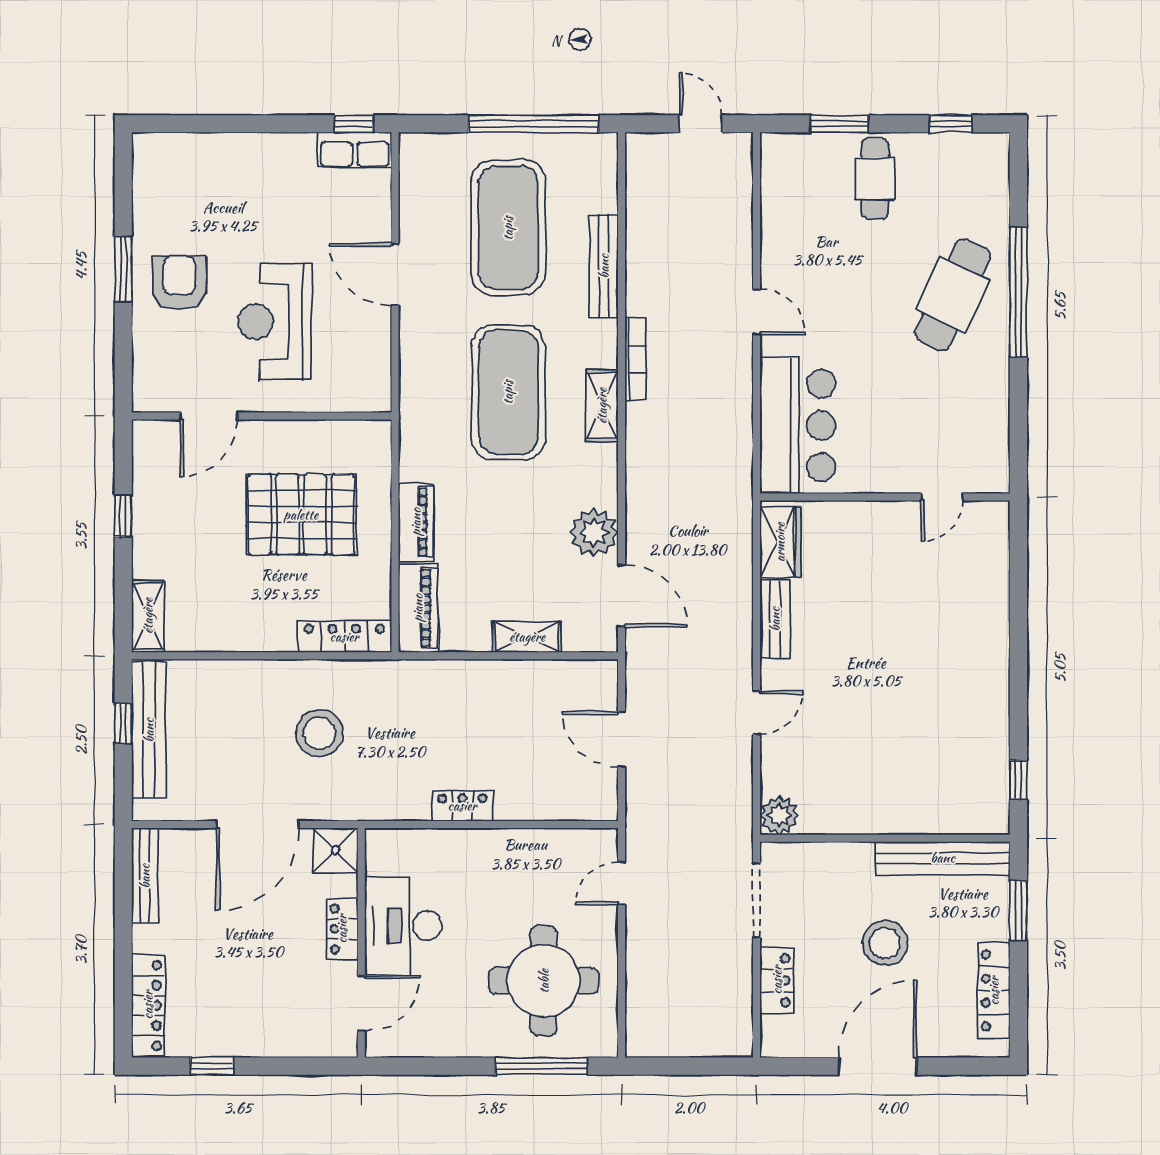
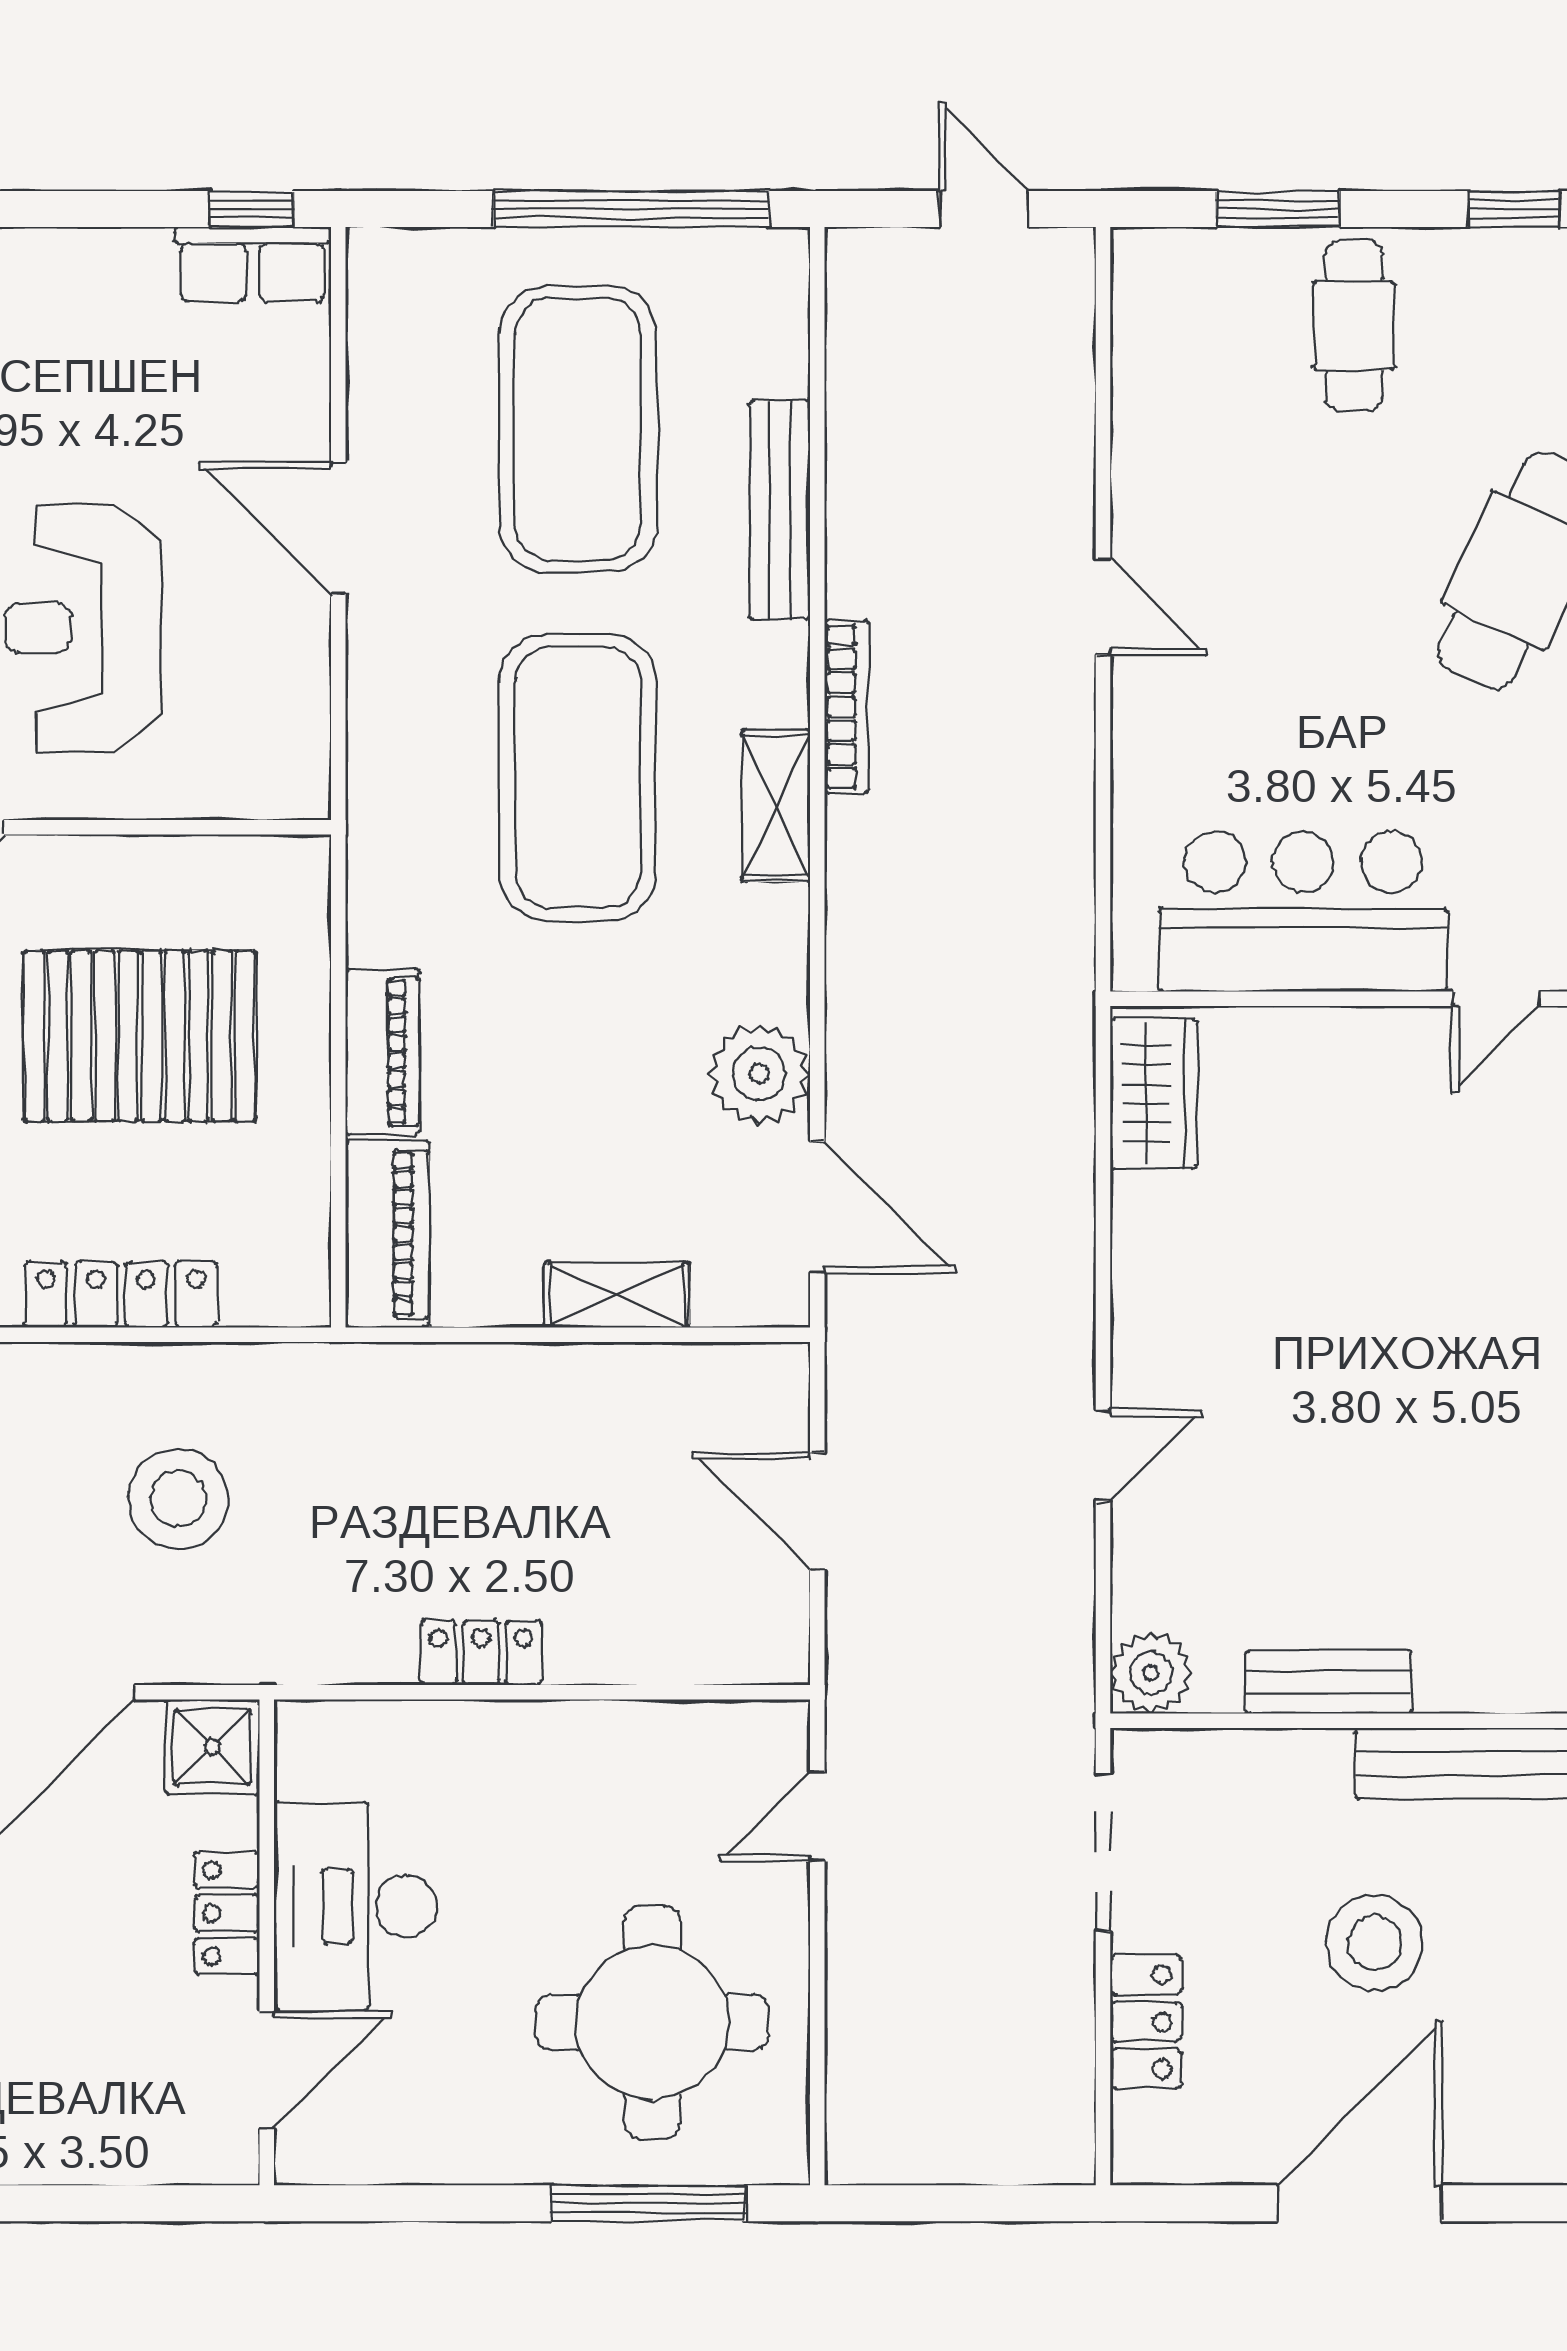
bar counter: (798, 425) -> (1303, 912), moved, turned -90
bench: (775, 619) -> (1328, 1682), moved, turned 90
locker: (344, 637) -> (121, 1294), moved

